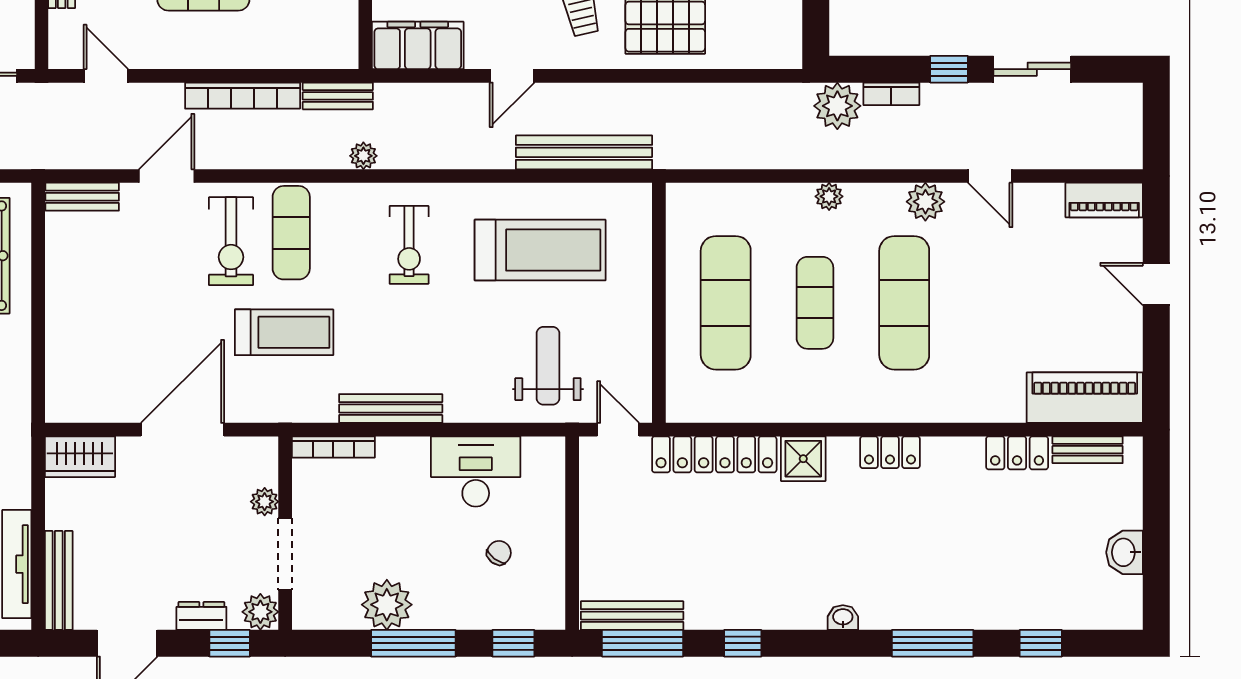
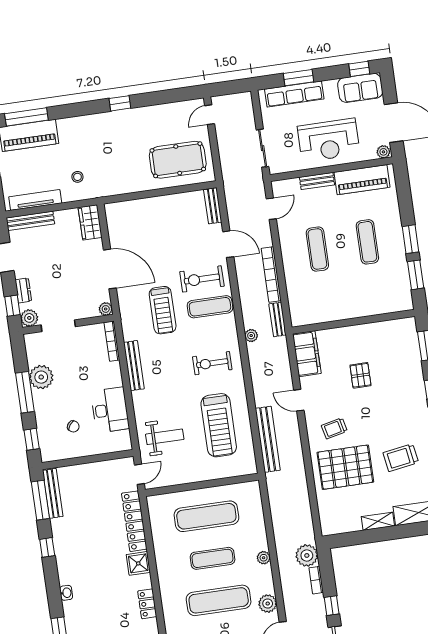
plant: (265, 502) -> (106, 309), moved

